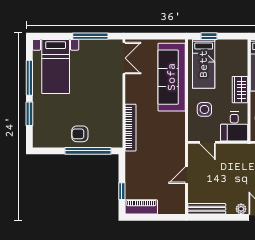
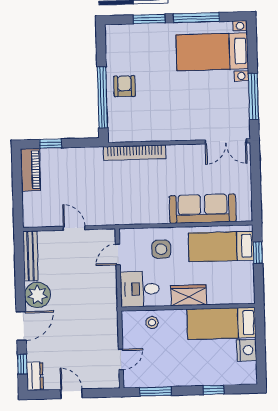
sofa: (172, 77) -> (203, 209), width x0.74, depth x0.79
plant: (241, 209) -> (37, 295), width x1.88, depth x1.88

